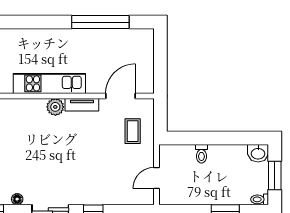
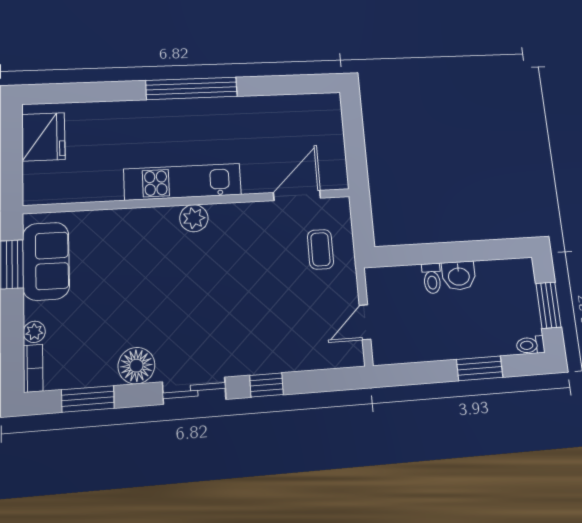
window: (100, 22) -> (192, 88), moved
tv unit: (82, 105) -> (237, 212), removed
washbasin: (258, 153) -> (459, 276), moved
floor lamp: (17, 199) -> (136, 366), width x1.89, depth x1.89

